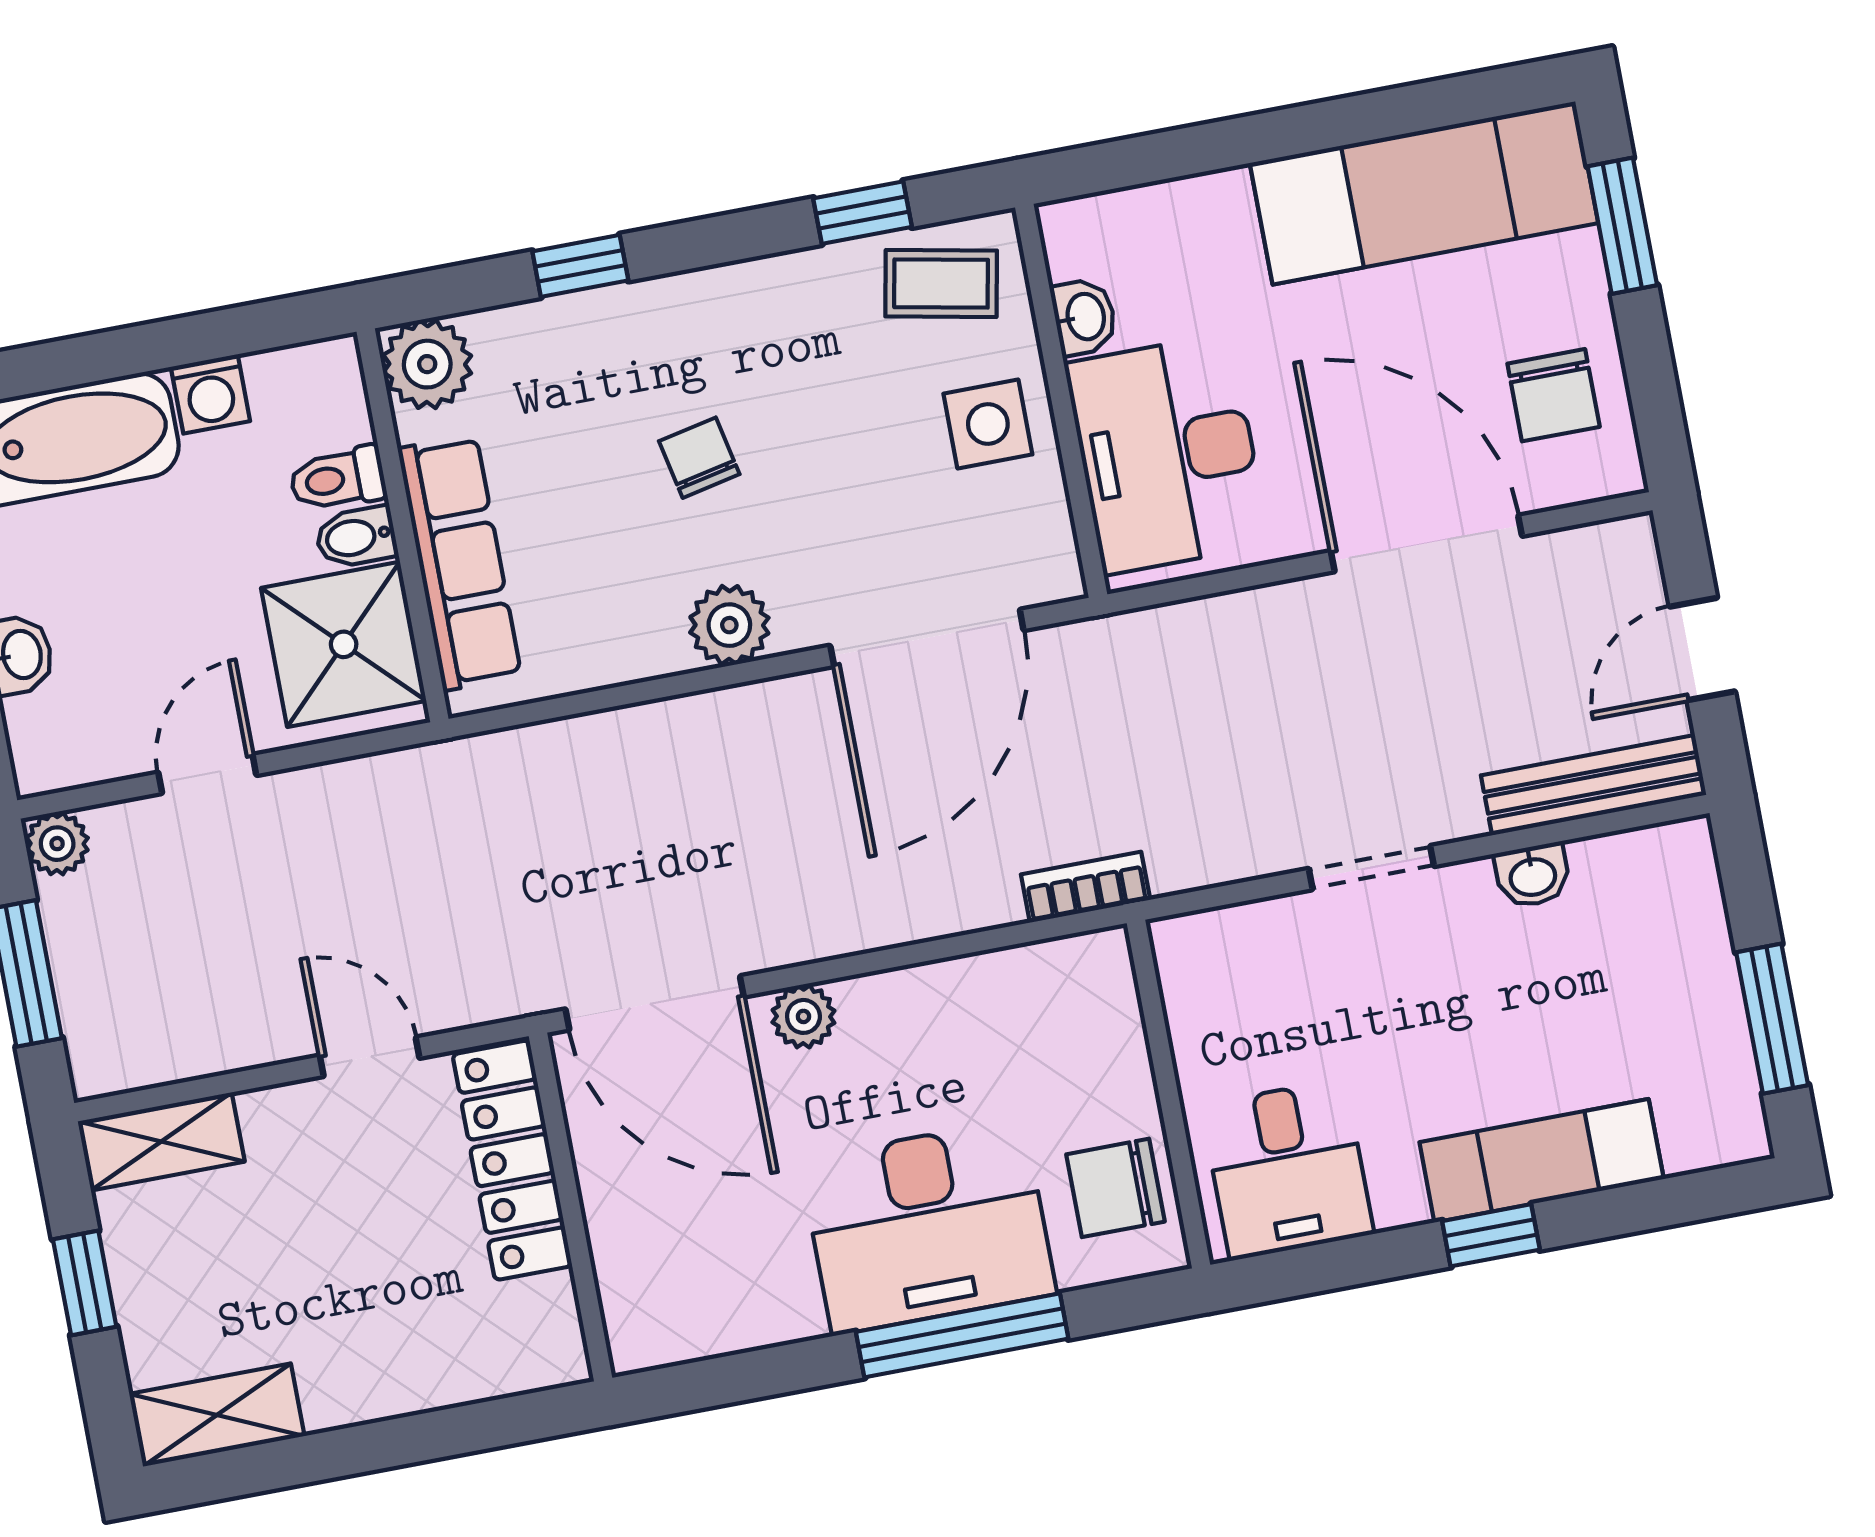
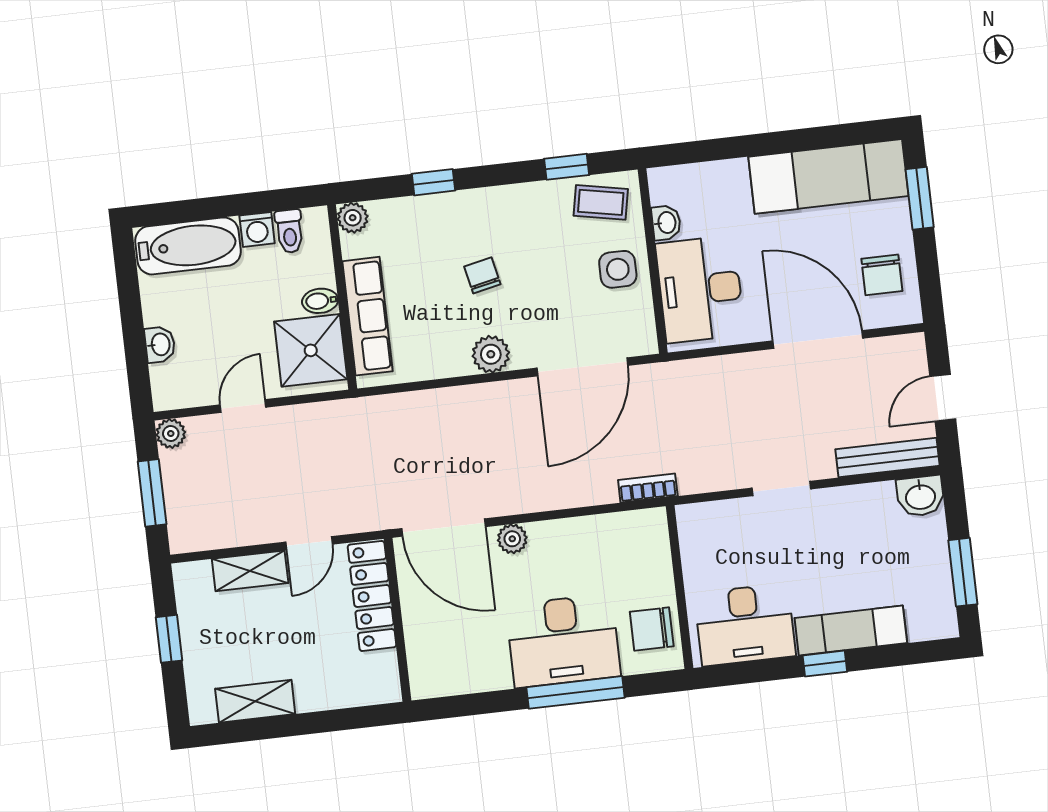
plant: (427, 364) -> (353, 218), width x0.73, depth x0.73
toilet: (338, 479) -> (289, 231), moved, turned -90
washbasin: (1533, 875) -> (920, 496), moved, width x1.38, depth x1.45
door: (370, 1057) -> (309, 543), swing flipped
shelving: (161, 1141) -> (250, 571), moved
desk: (1287, 1169) -> (745, 625), width x1.37
shelving: (217, 1415) -> (255, 701), moved

